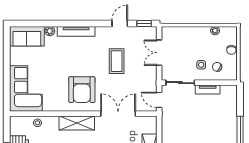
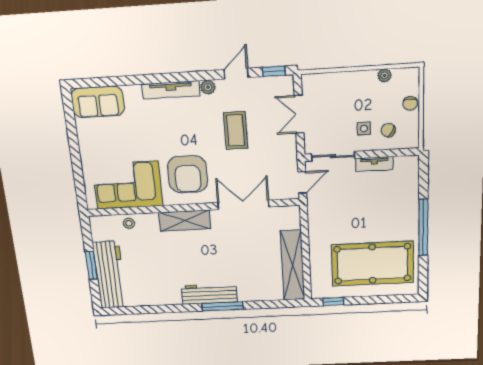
plant: (50, 31) -> (208, 87), moved
corner sofa: (26, 89) -> (128, 185), moved, turned -90
door: (159, 100) -> (302, 183), swing flipped

